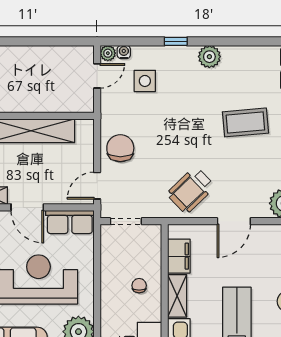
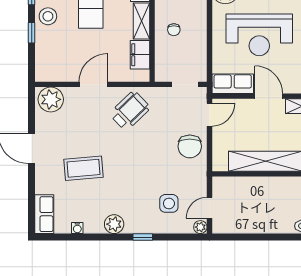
water cooler: (124, 52) -> (77, 228), moved

